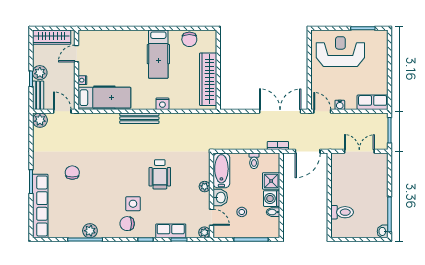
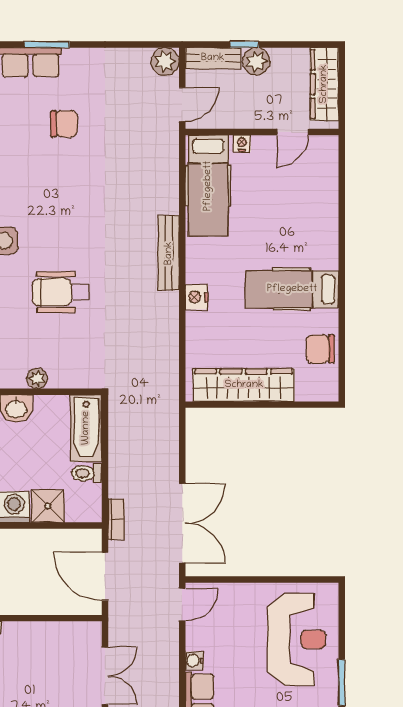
door: (77, 54) -> (293, 132), swing flipped
water cooler: (340, 105) -> (194, 661), moved
bathtub: (221, 171) -> (86, 428), moved, turned 90

